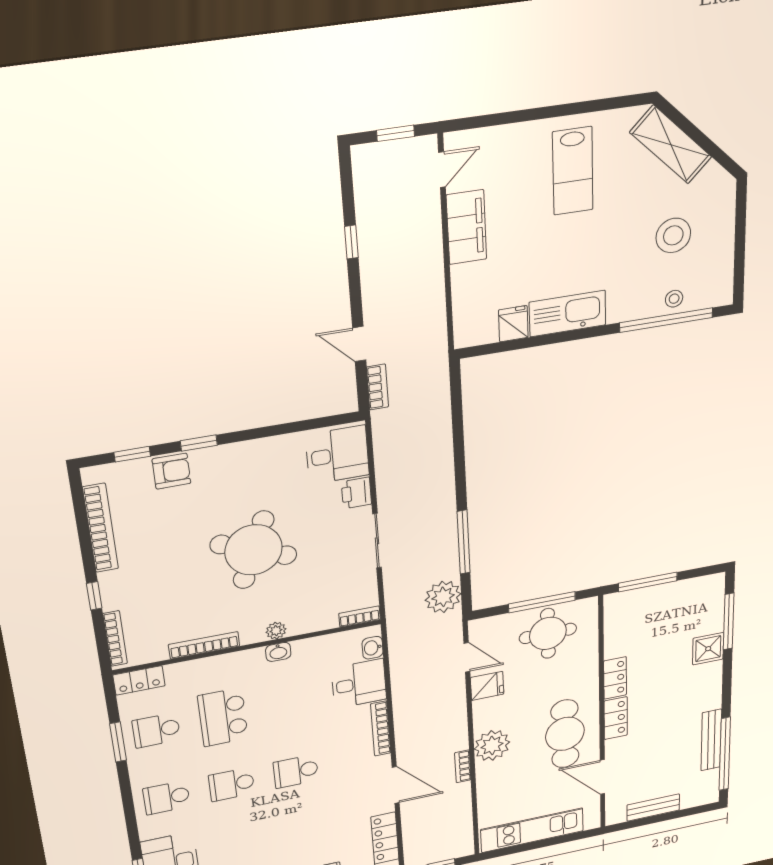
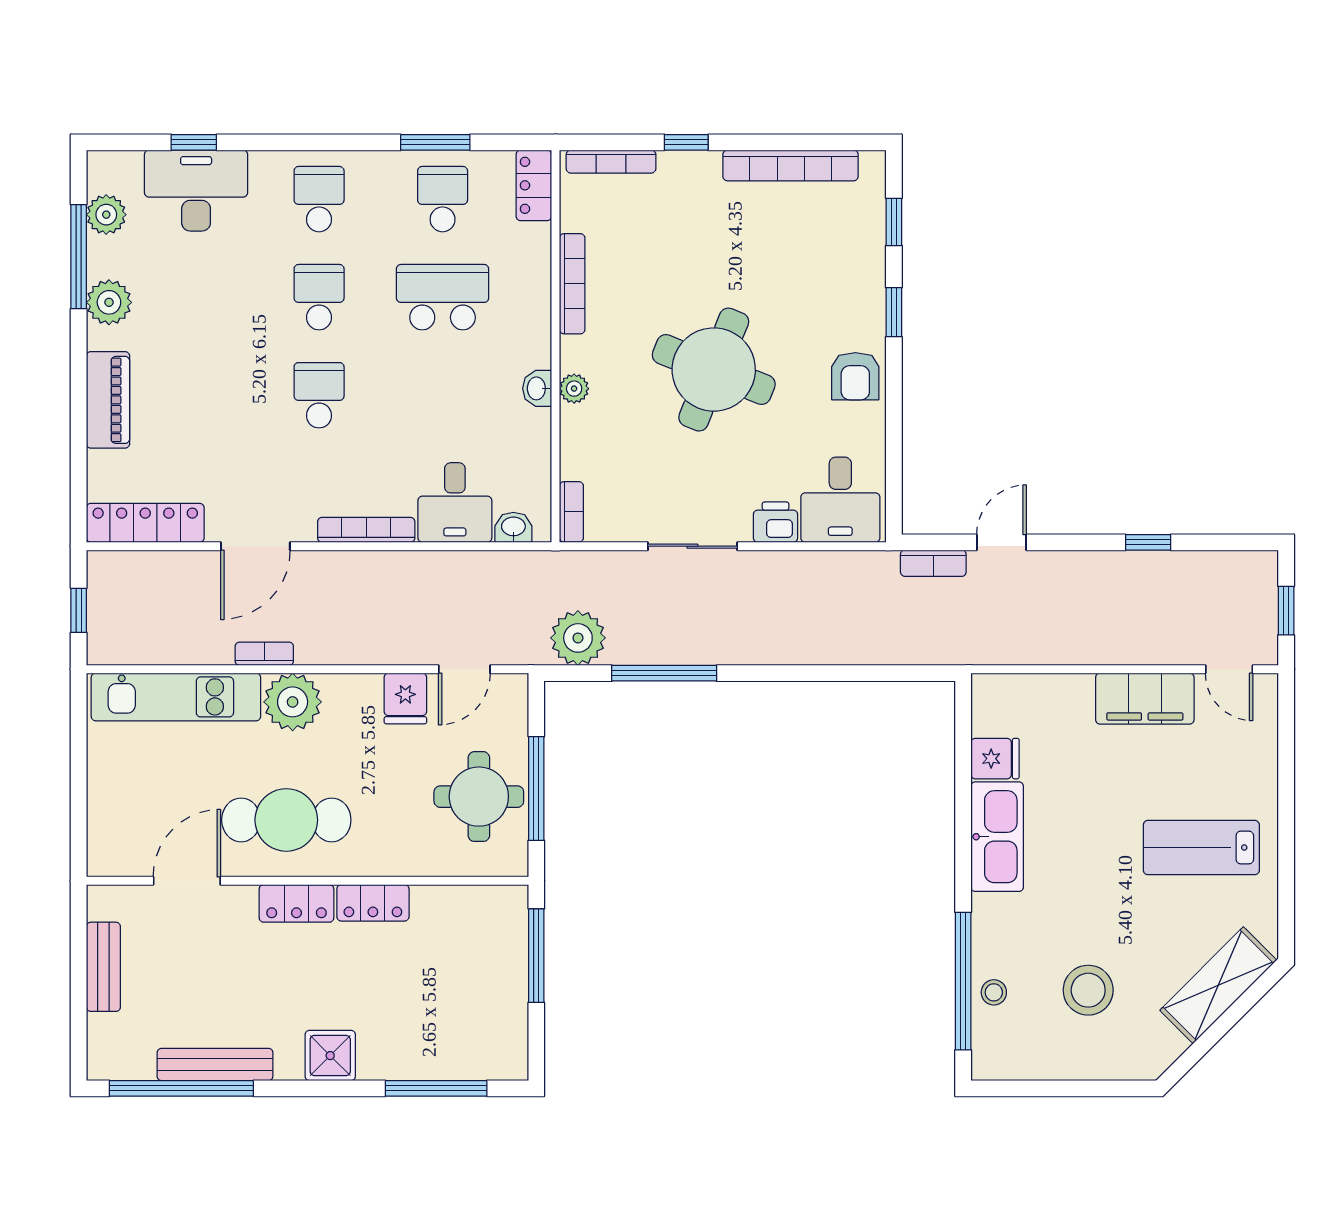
armchair: (171, 471) -> (855, 376), moved
shower: (708, 649) -> (330, 1056), moved
kitchen unit: (532, 830) -> (176, 697), moved, turned 90

